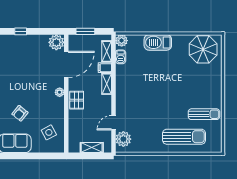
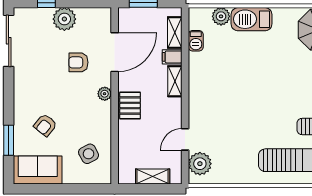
plant: (122, 41) -> (221, 16), moved
plant: (56, 42) -> (64, 19), moved
armchair: (42, 71) -> (78, 62), added

